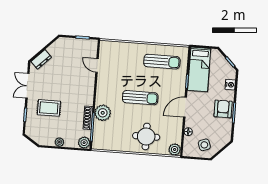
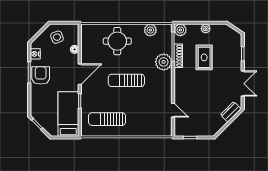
nightstand: (230, 85) -> (35, 54), moved
rug: (49, 108) -> (204, 57), moved, turned 90
armchair: (223, 109) -> (41, 75), turned 180
plant: (175, 149) -> (150, 30), moved

